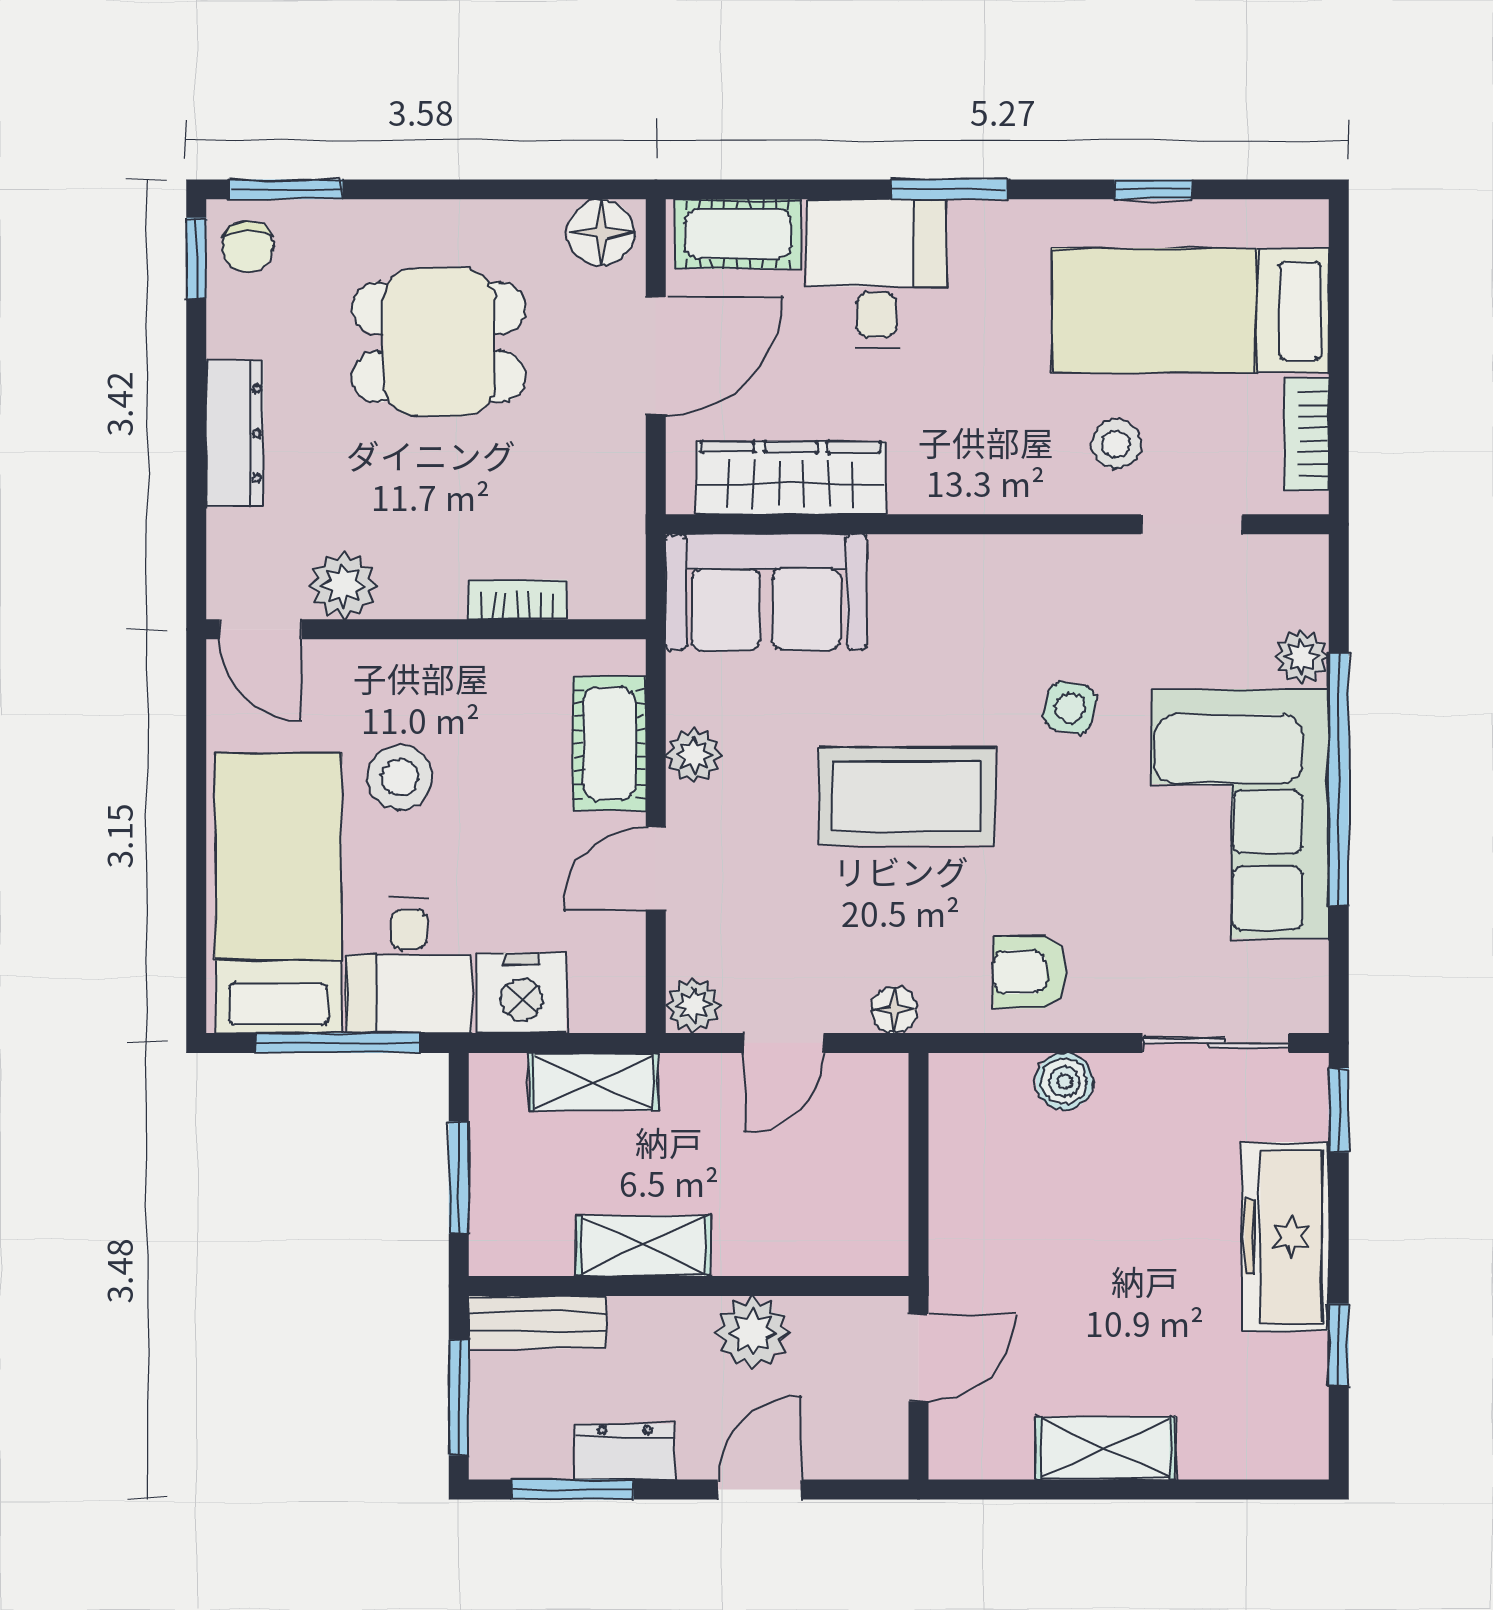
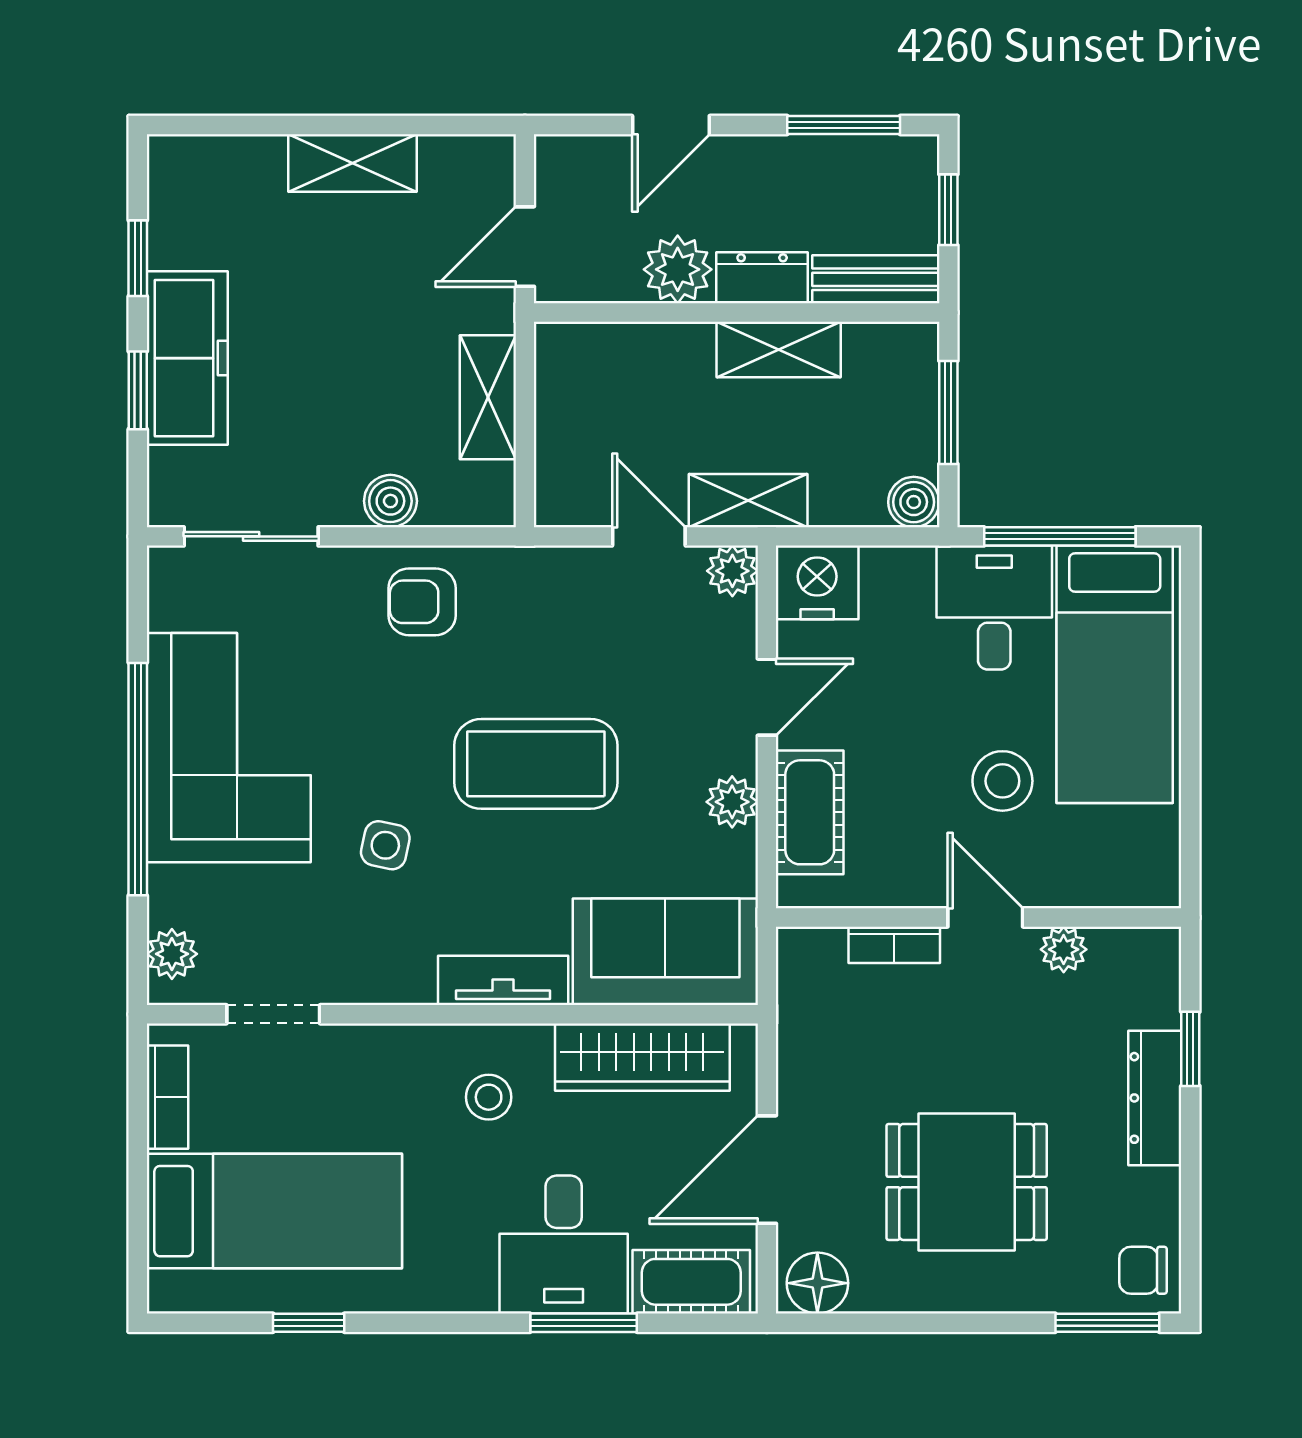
window: (949, 189) -> (584, 1323), moved
chair: (248, 246) -> (1143, 1270), turned -90
window: (196, 258) -> (1190, 1049), moved
stool: (1116, 444) -> (489, 1097), moved
tv unit: (942, 561) -> (503, 980), added
plant: (343, 585) -> (1064, 949), width x0.73, depth x0.73
door: (261, 629) -> (985, 917), moved
plant: (1302, 657) -> (172, 954), moved
armchair: (1030, 972) -> (422, 602), turned 180
nightstand: (522, 993) -> (817, 582), moved
floor lamp: (894, 1010) -> (547, 567), removed
door: (784, 1043) -> (649, 536), hinge flipped
boiler: (496, 1080) -> (914, 502), added
shelving: (593, 1082) -> (748, 501), moved
window: (1339, 1110) -> (138, 390), moved
shelving: (959, 1194) -> (488, 397), added
window: (459, 1397) -> (948, 210), width x0.67
dresser: (625, 1452) -> (762, 278), moved, turned 180

